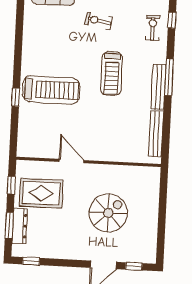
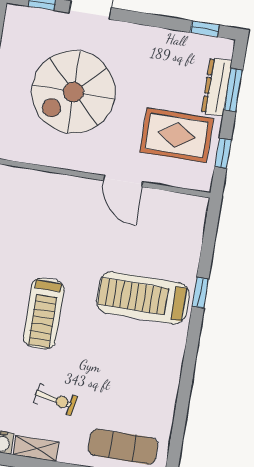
treadmill: (112, 73) -> (44, 313), turned 180
spiral stairs: (108, 213) -> (73, 92), width x1.37, depth x1.37

